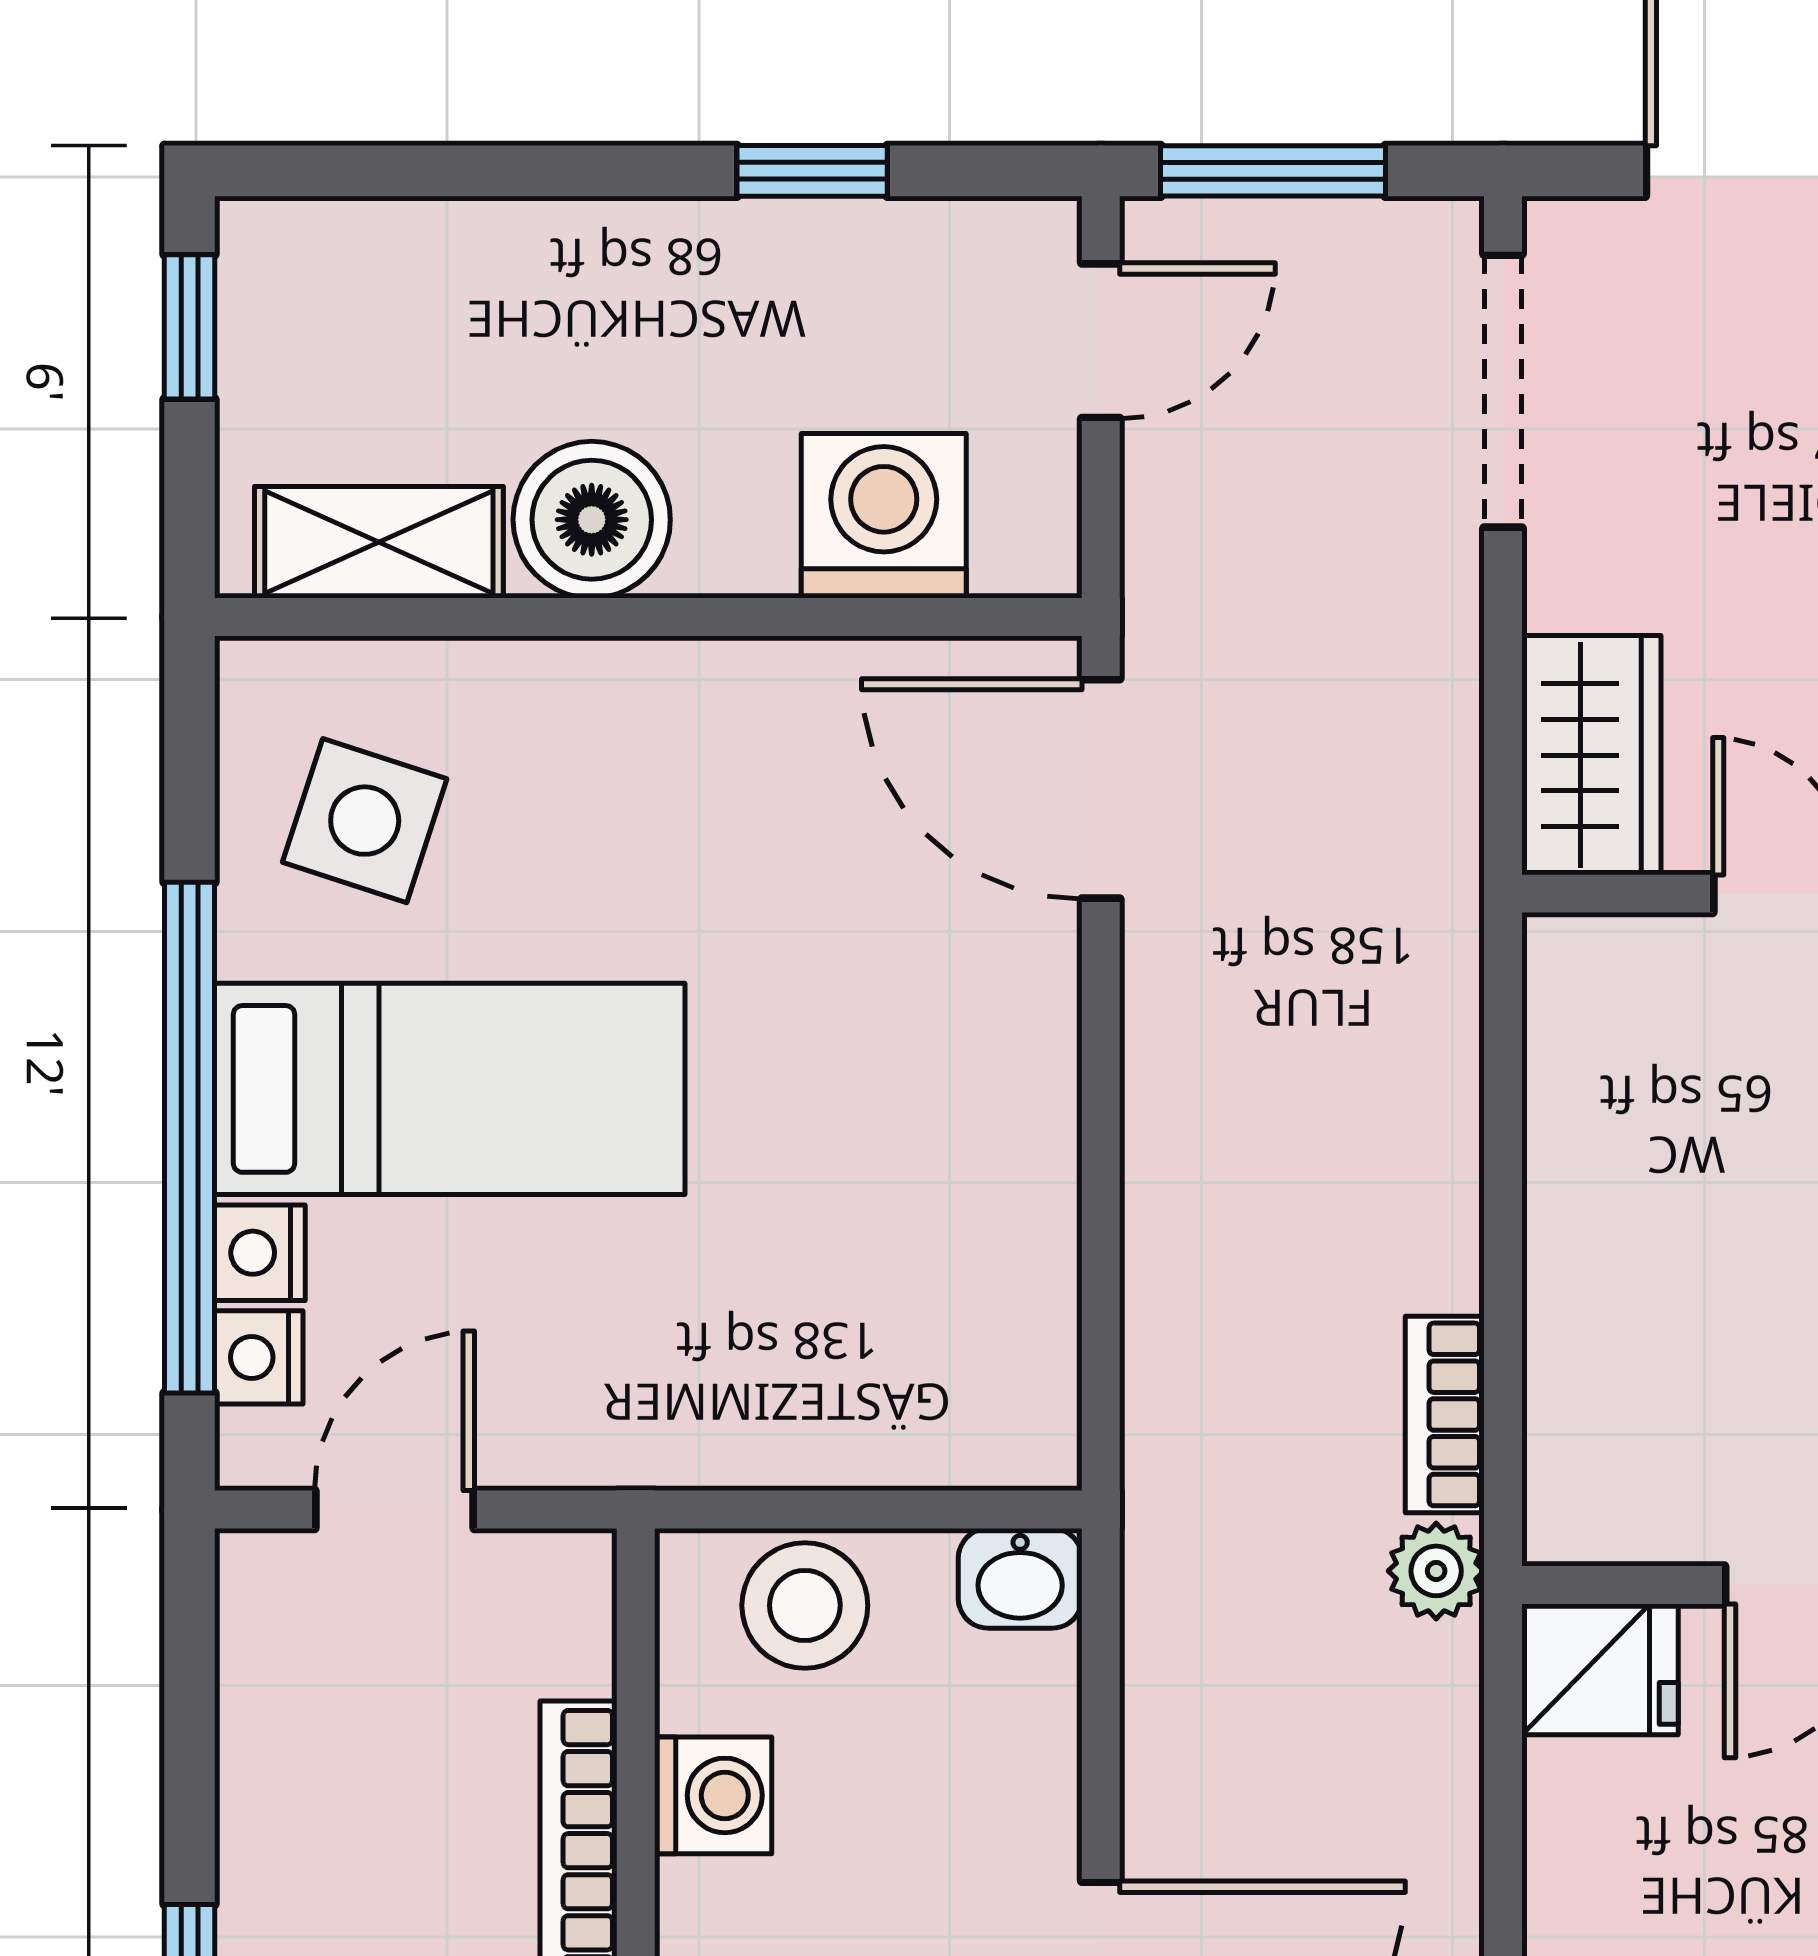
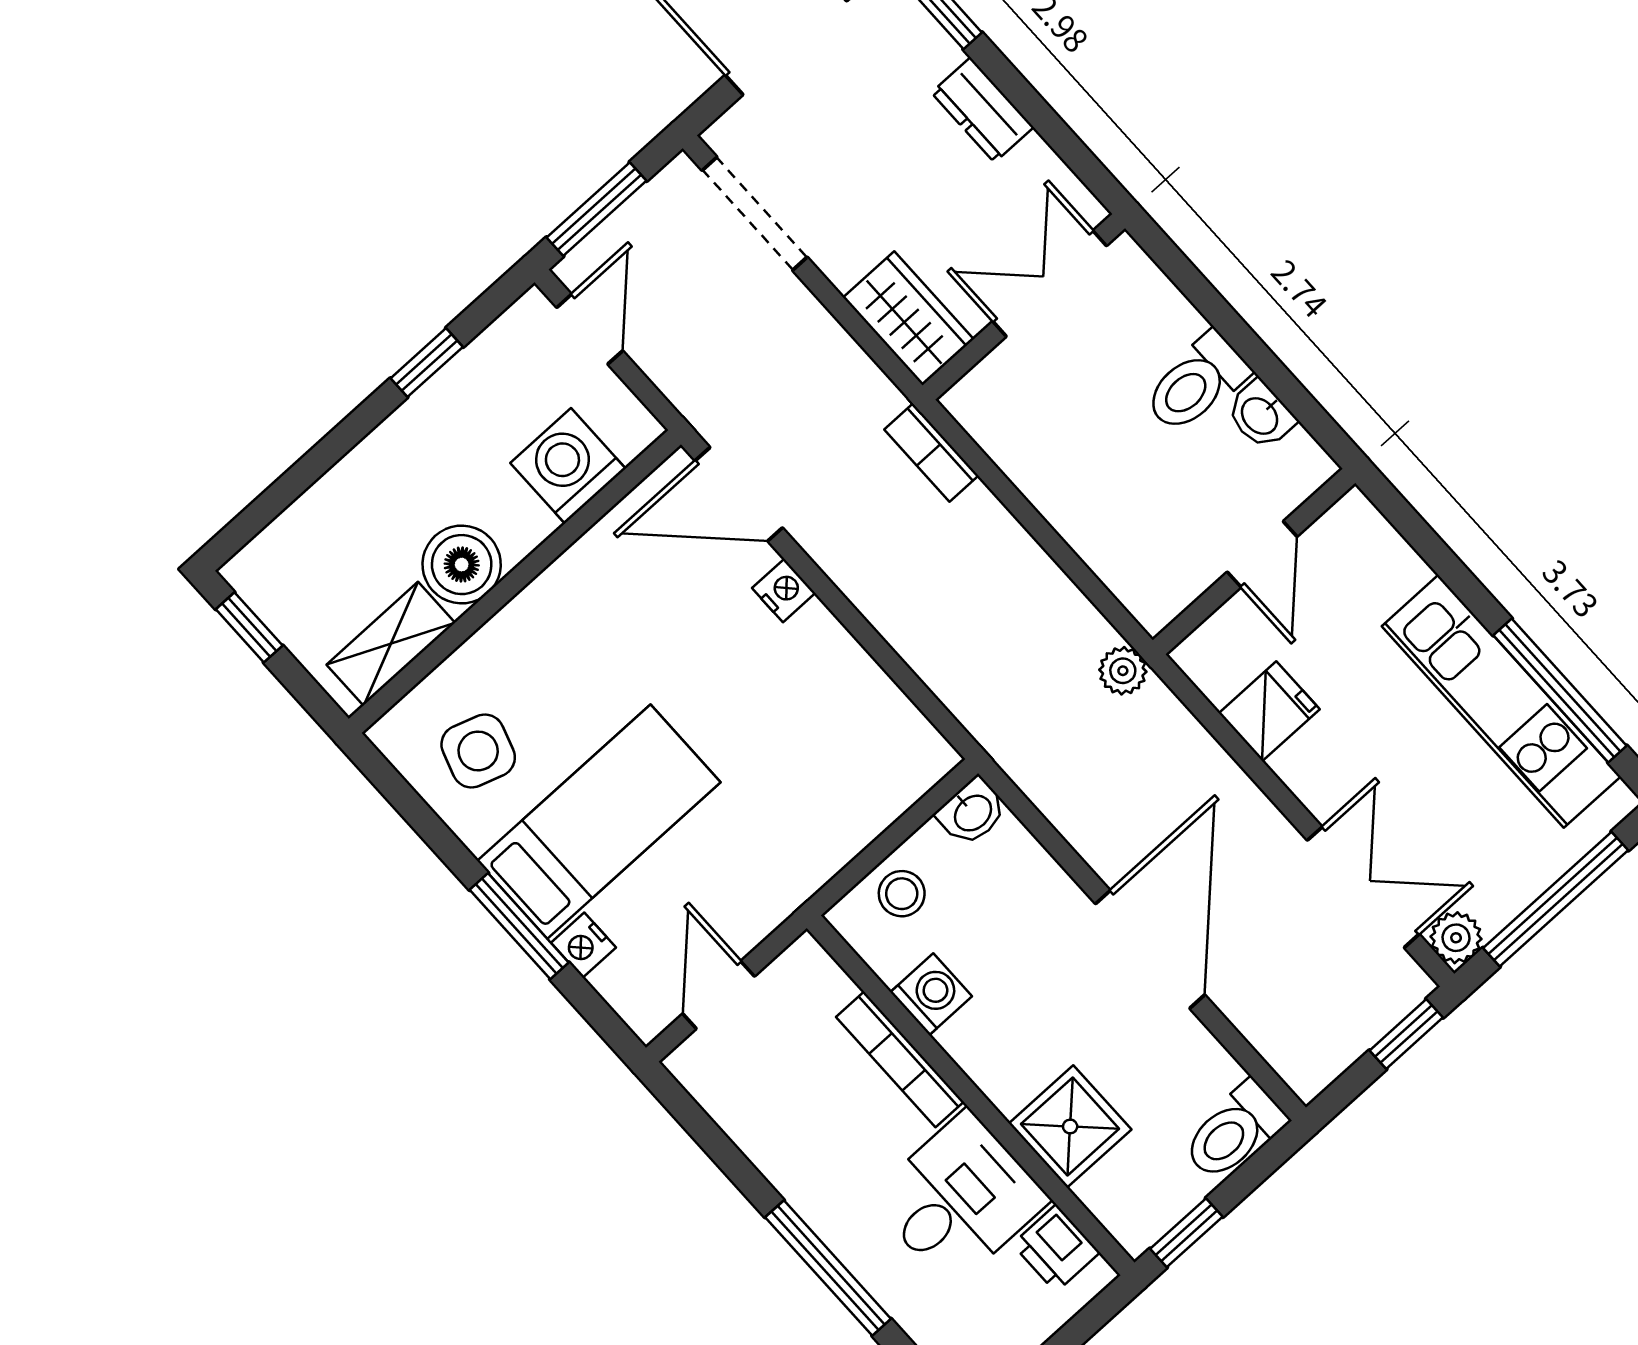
window: (189, 1138) -> (519, 926), width x0.47
nightstand: (259, 1357) -> (784, 590), moved, turned 180
bookcase: (1445, 1414) -> (931, 452), moved
stool: (805, 1605) -> (902, 894), width x0.73, depth x0.73
fridge: (1600, 1669) -> (1269, 711), moved

